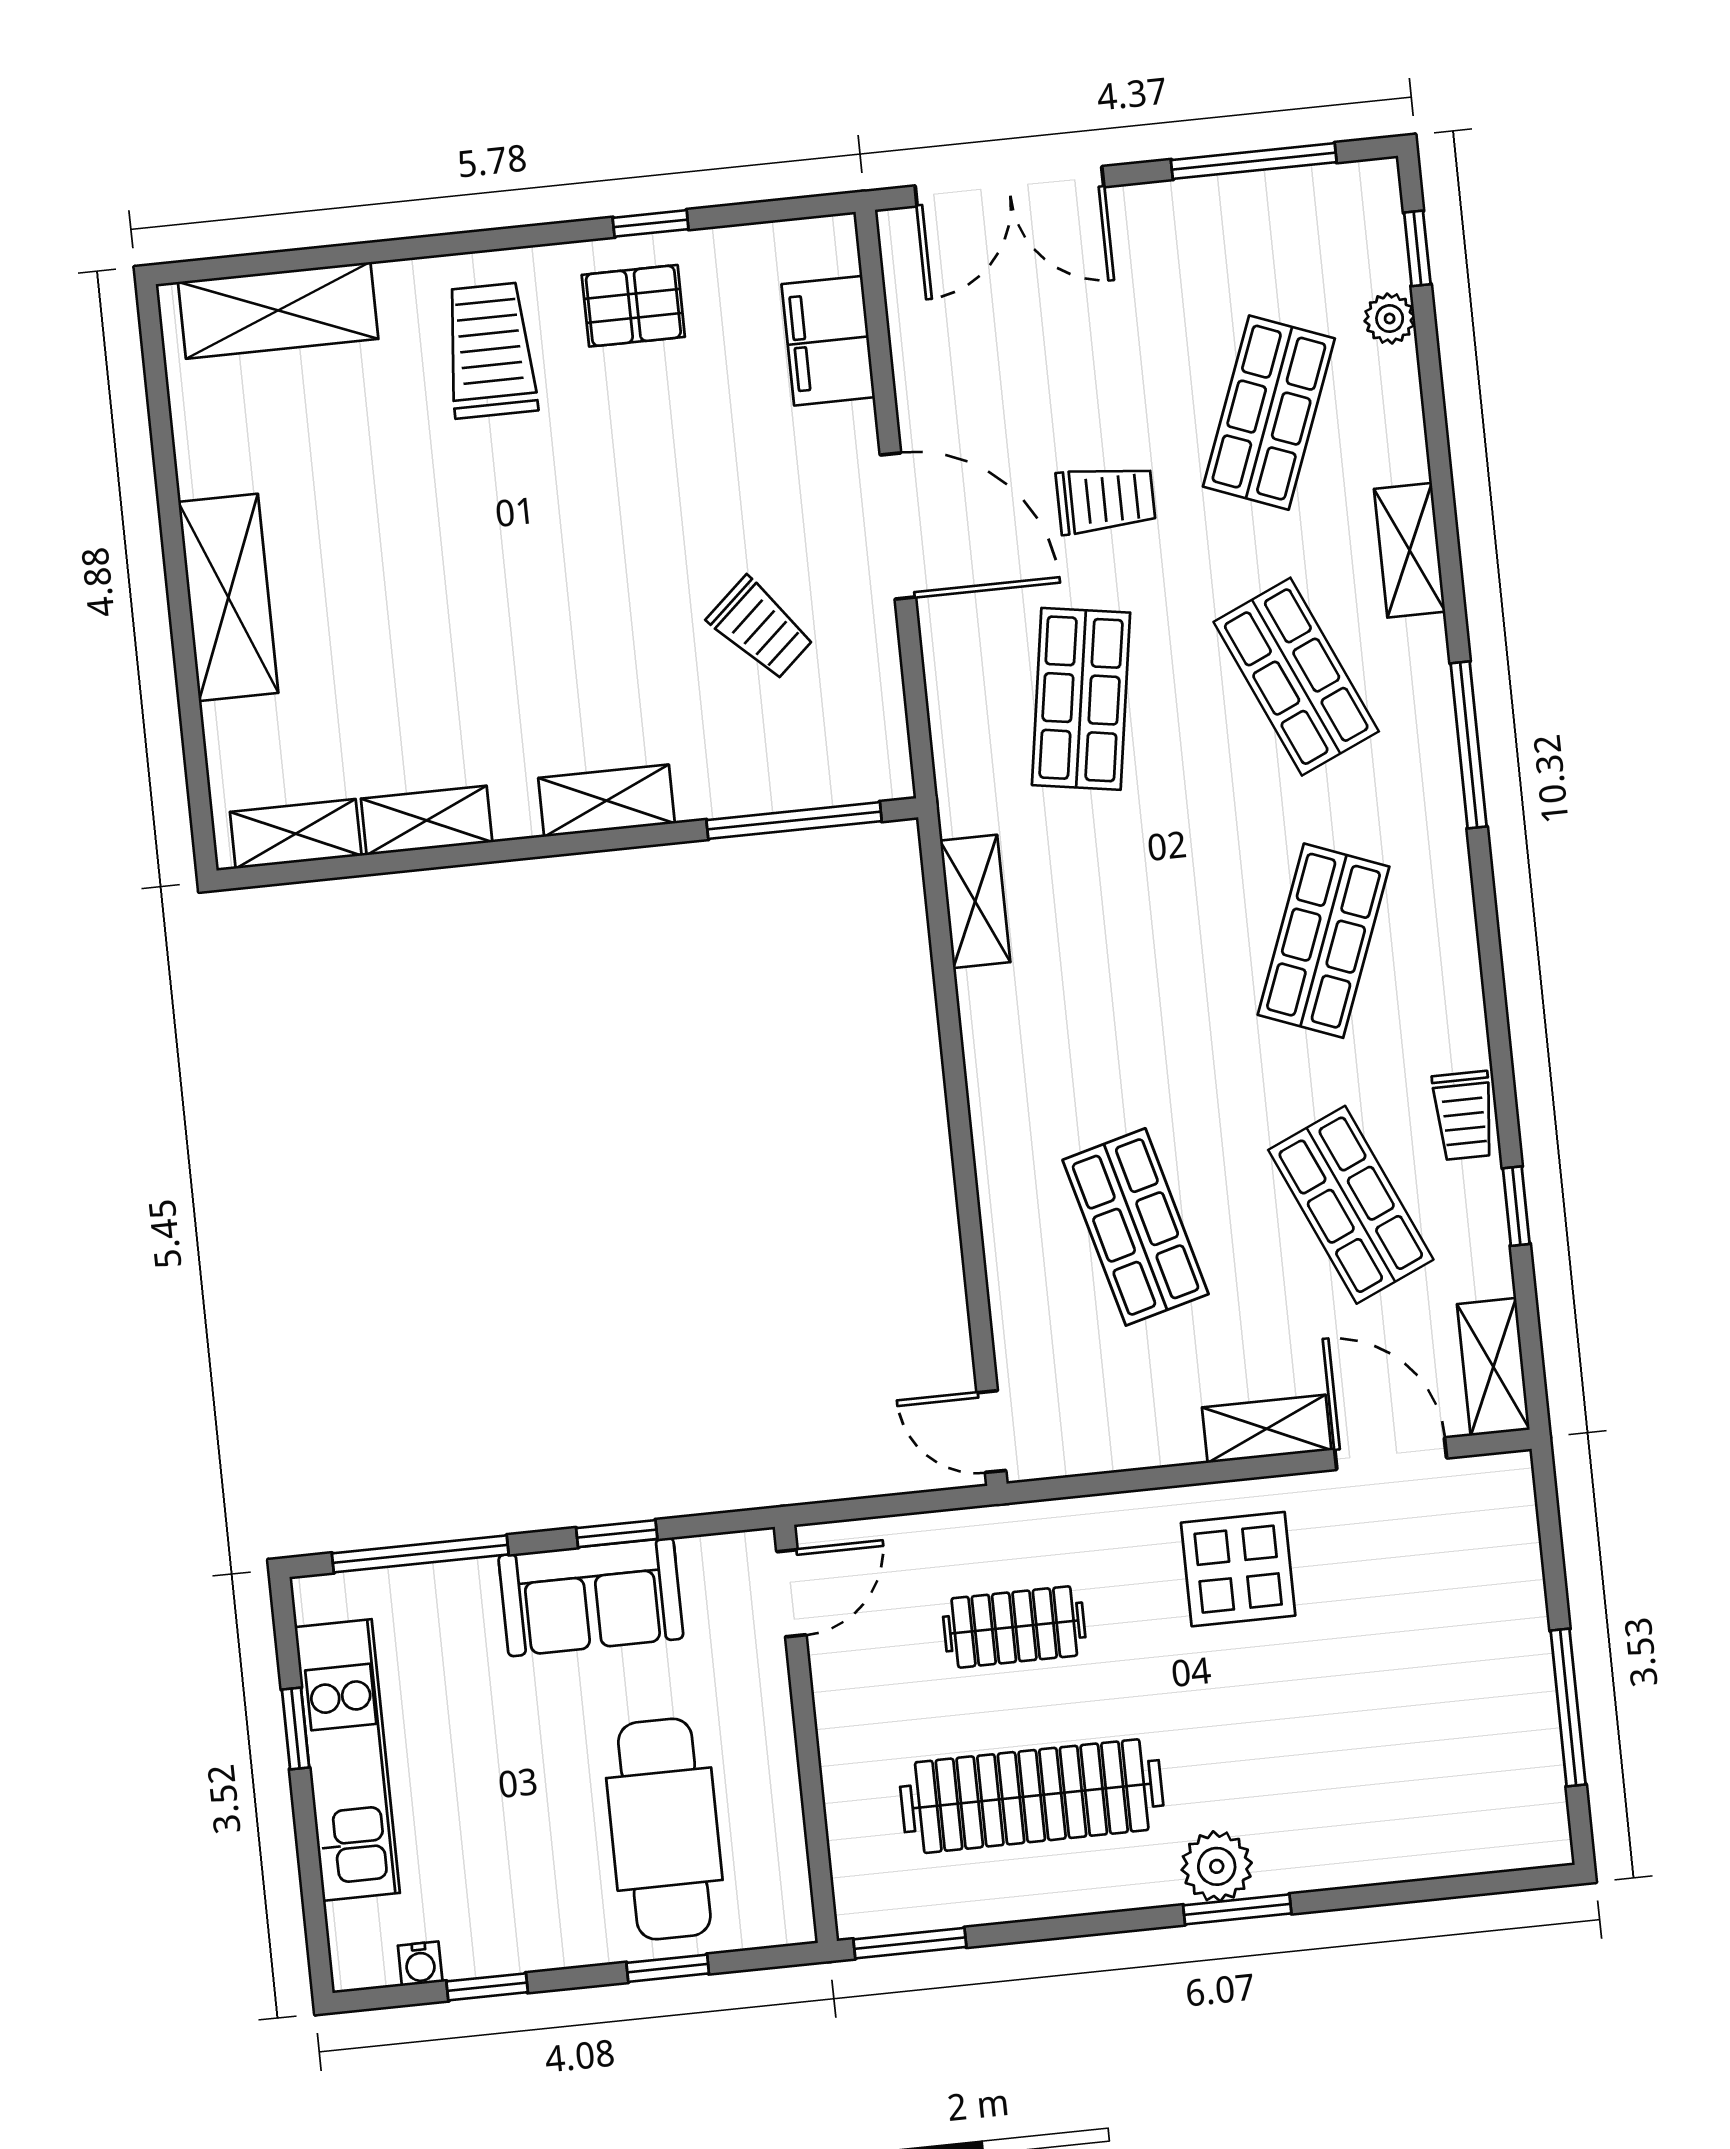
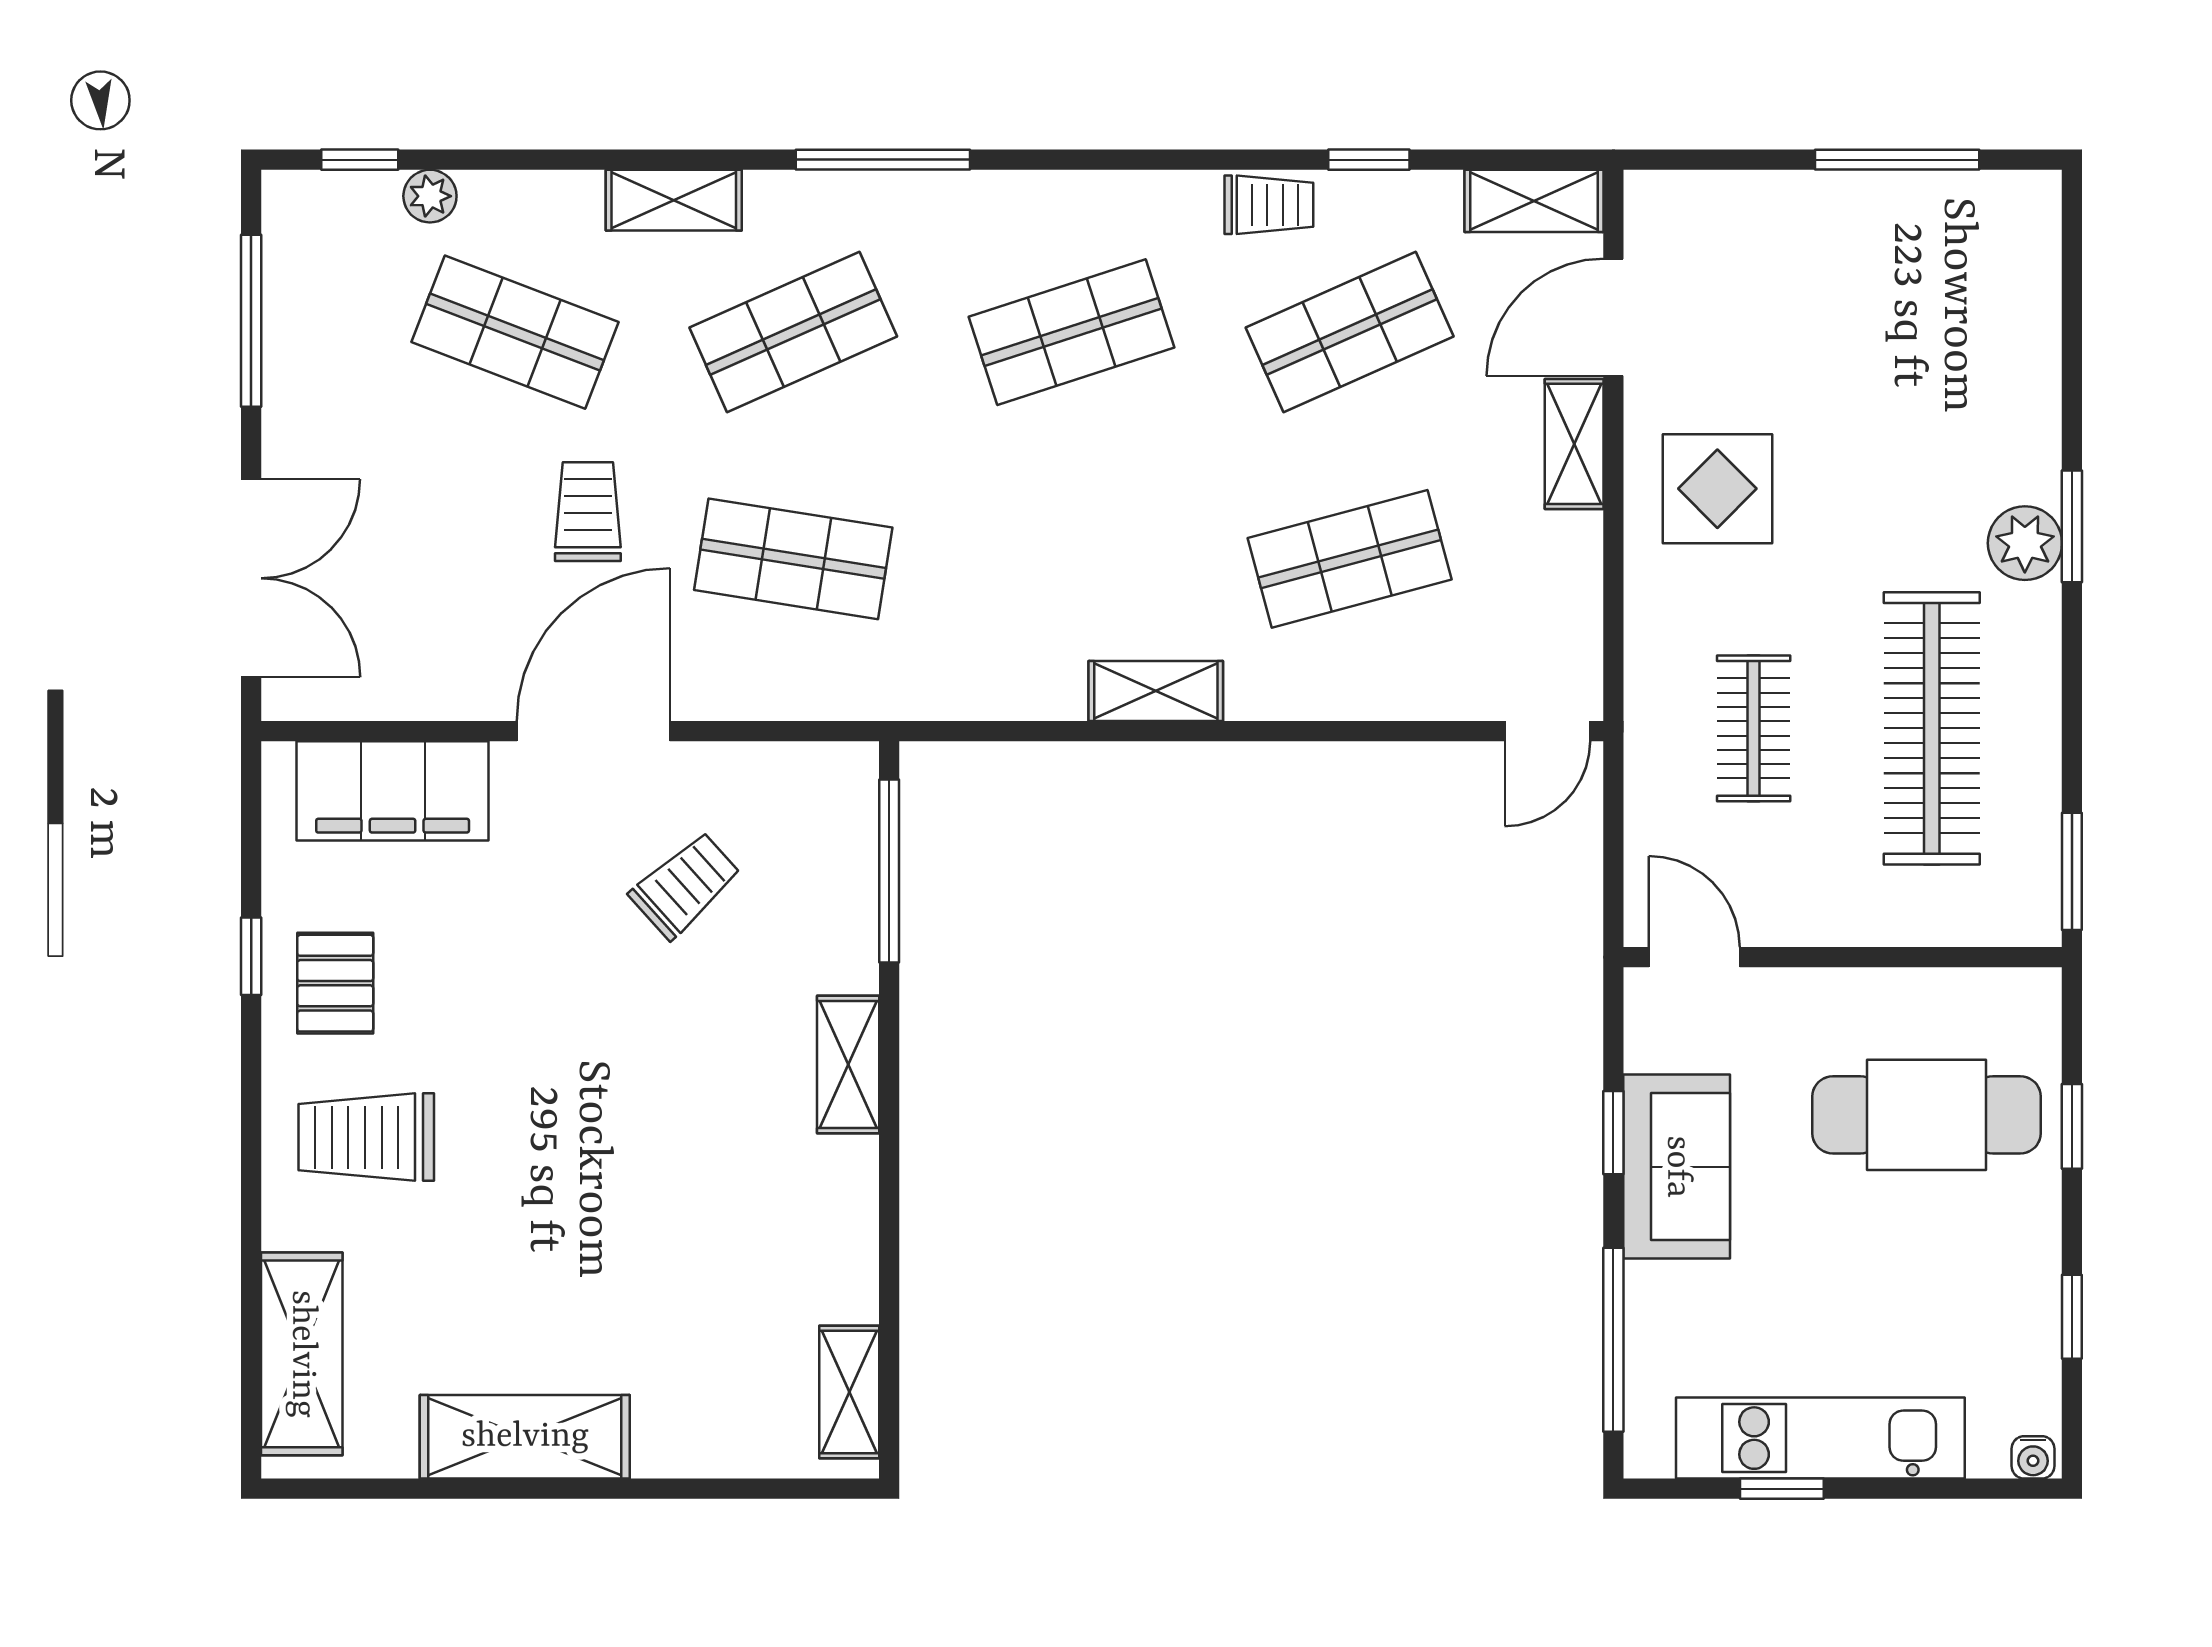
filing cabinet: (828, 341) -> (393, 791), width x1.50, depth x1.17
shelving: (228, 597) -> (525, 1437), moved
shelving: (427, 820) -> (849, 1254), removed
shelving: (975, 901) -> (1156, 691), moved
shop shelf: (1323, 941) -> (1071, 332), turned -39
water cooler: (420, 1964) -> (2033, 1457), moved, turned 90

